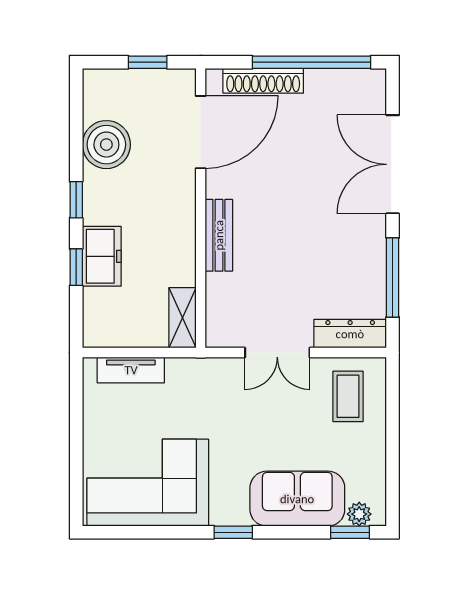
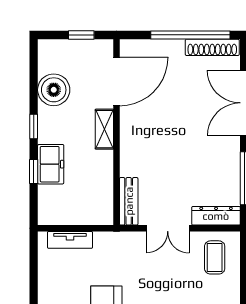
shoe rack: (263, 81) -> (212, 47), moved
bench: (219, 235) -> (129, 201), moved
shelving: (182, 318) -> (104, 129), moved

